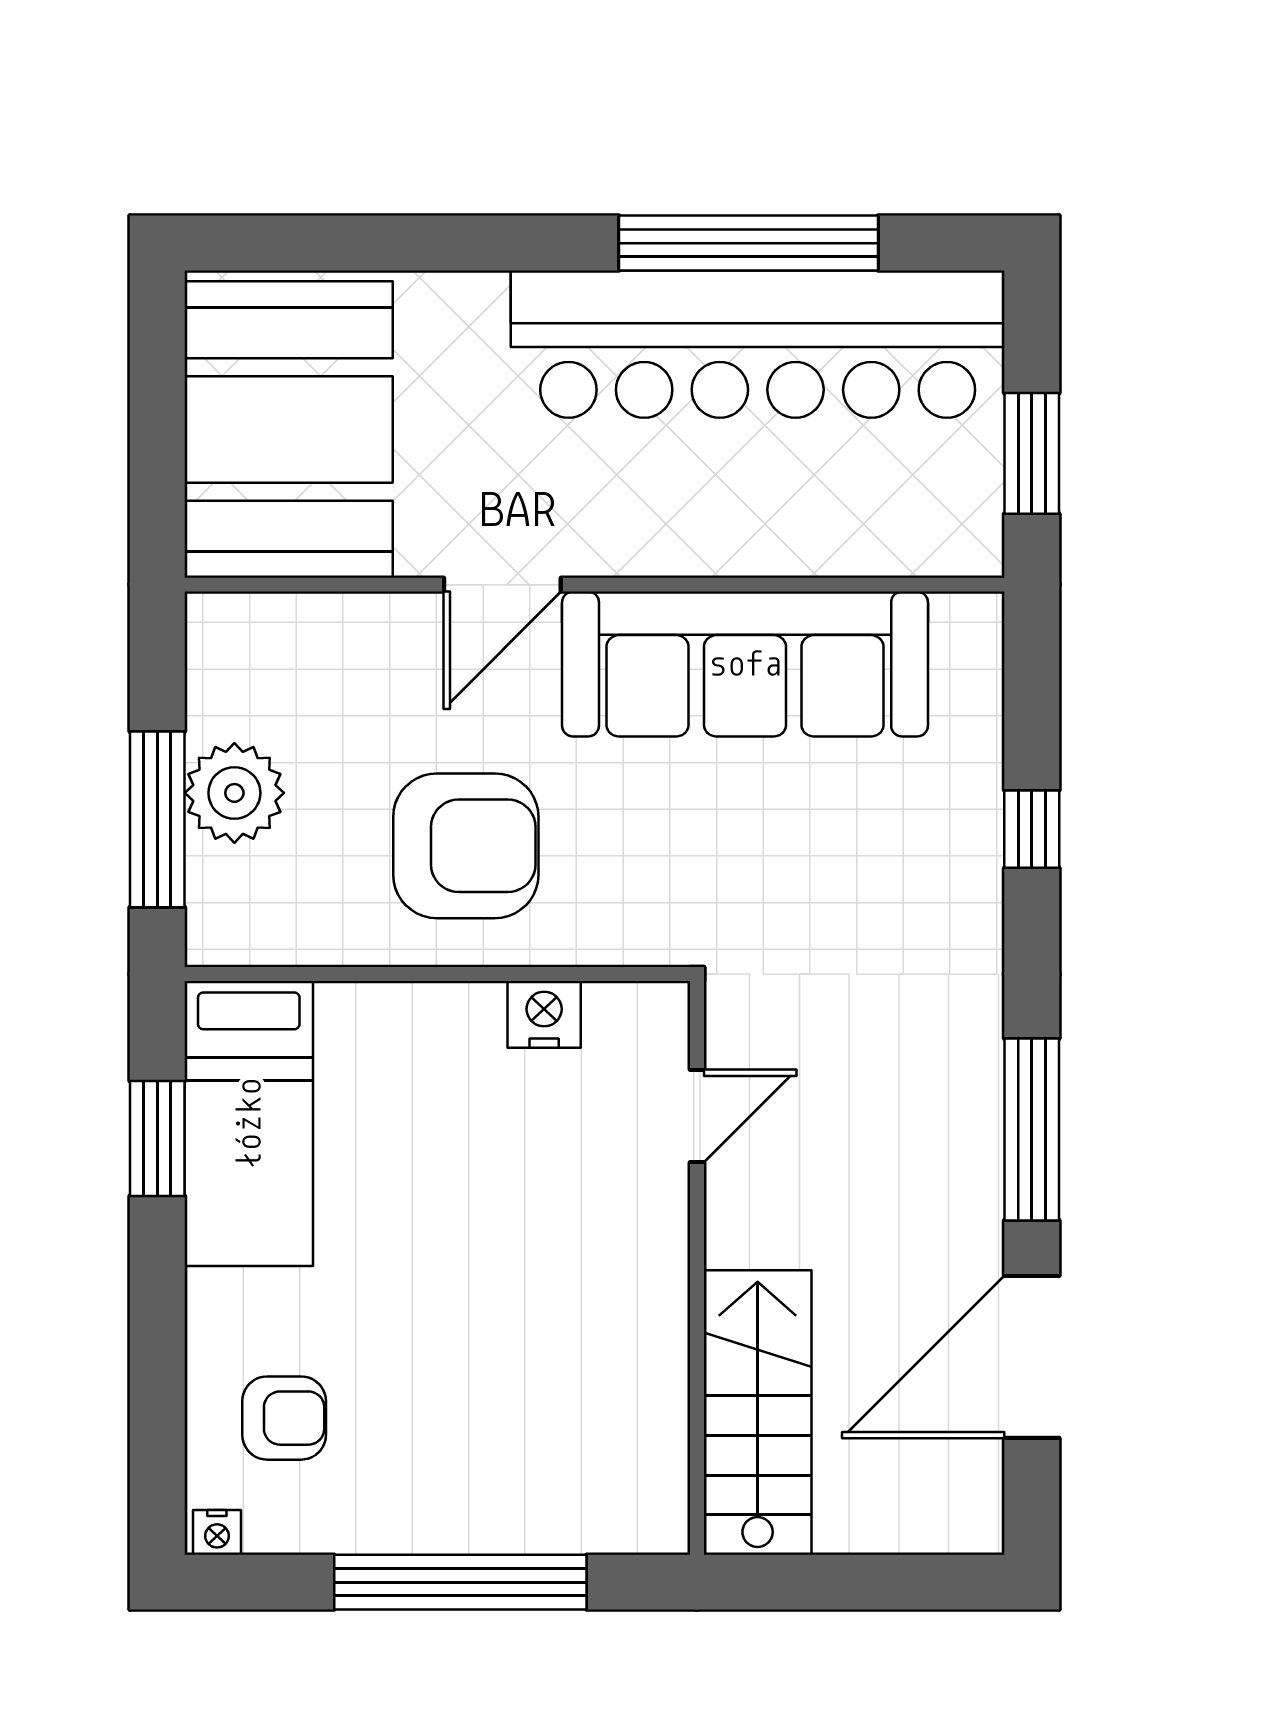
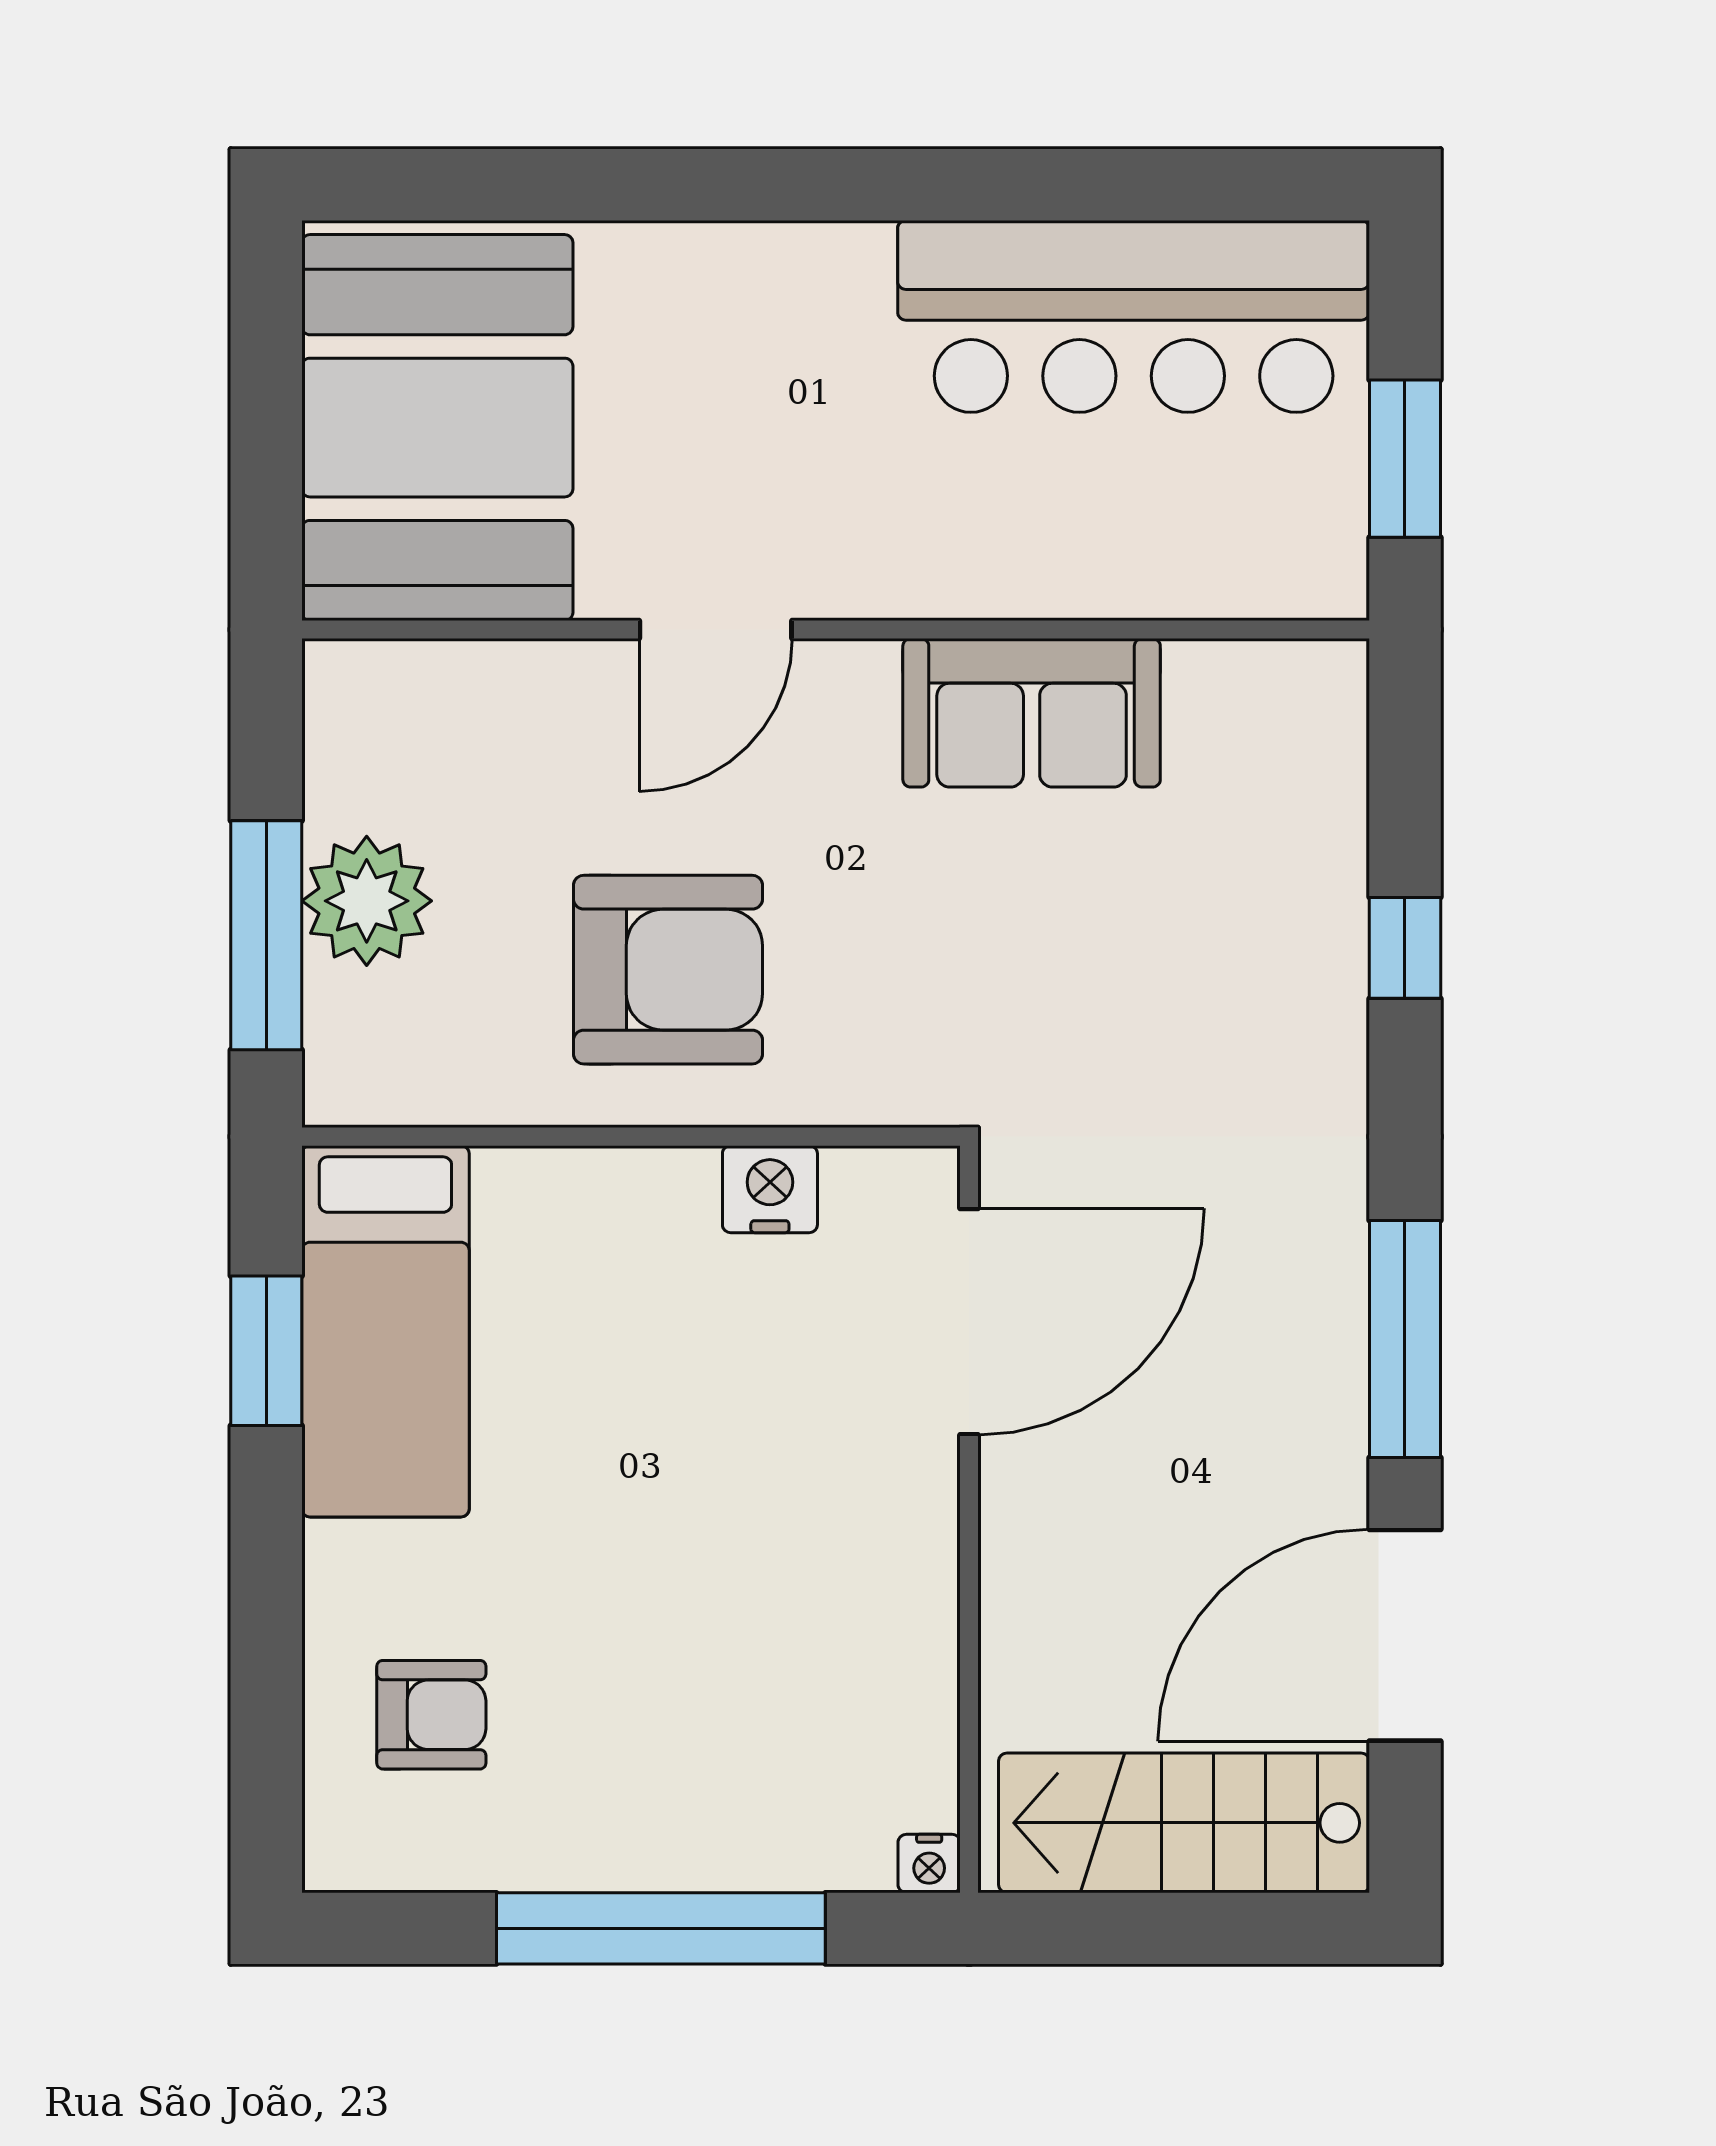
window: (749, 243) -> (1036, 185), removed
bar counter: (758, 344) -> (1134, 316), width x0.73
sofa: (745, 664) -> (1032, 713), width x0.54, depth x0.79
door: (697, 1116) -> (969, 1322), width x1.88
stairs: (758, 1412) -> (1184, 1823), moved, turned -90
nightstand: (217, 1532) -> (929, 1864), moved

